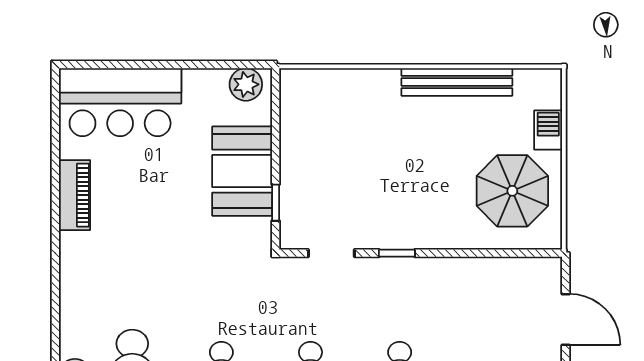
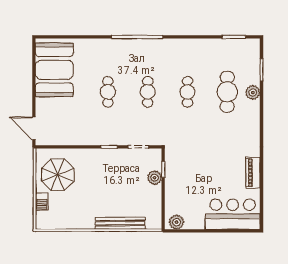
bench: (457, 82) -> (120, 223), moved
booth: (242, 171) -> (178, 183), removed
plant: (295, 184) -> (155, 178), added
door: (566, 319) -> (34, 128), moved

